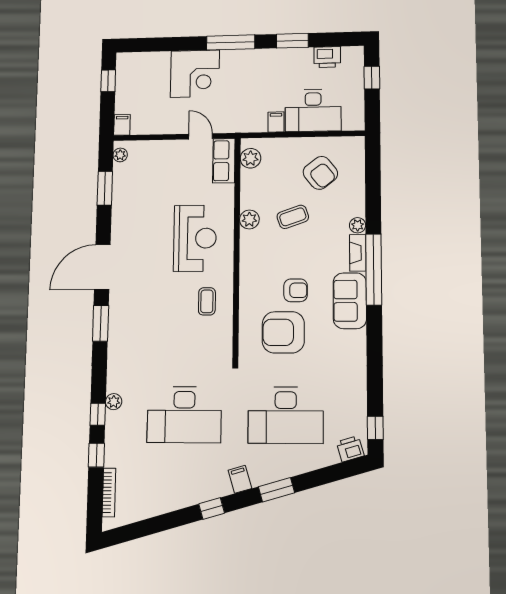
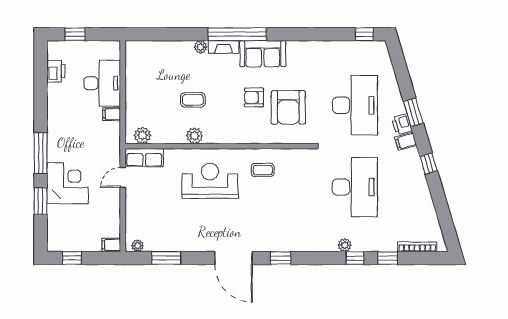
window: (292, 41) -> (41, 201), moved
armchair: (320, 173) -> (156, 77), removed
coffee table: (293, 217) -> (193, 100), turned -71
armchair: (296, 290) -> (254, 97), turned -90
window: (101, 323) -> (281, 258), width x0.67
printer: (350, 449) -> (402, 124), moved

